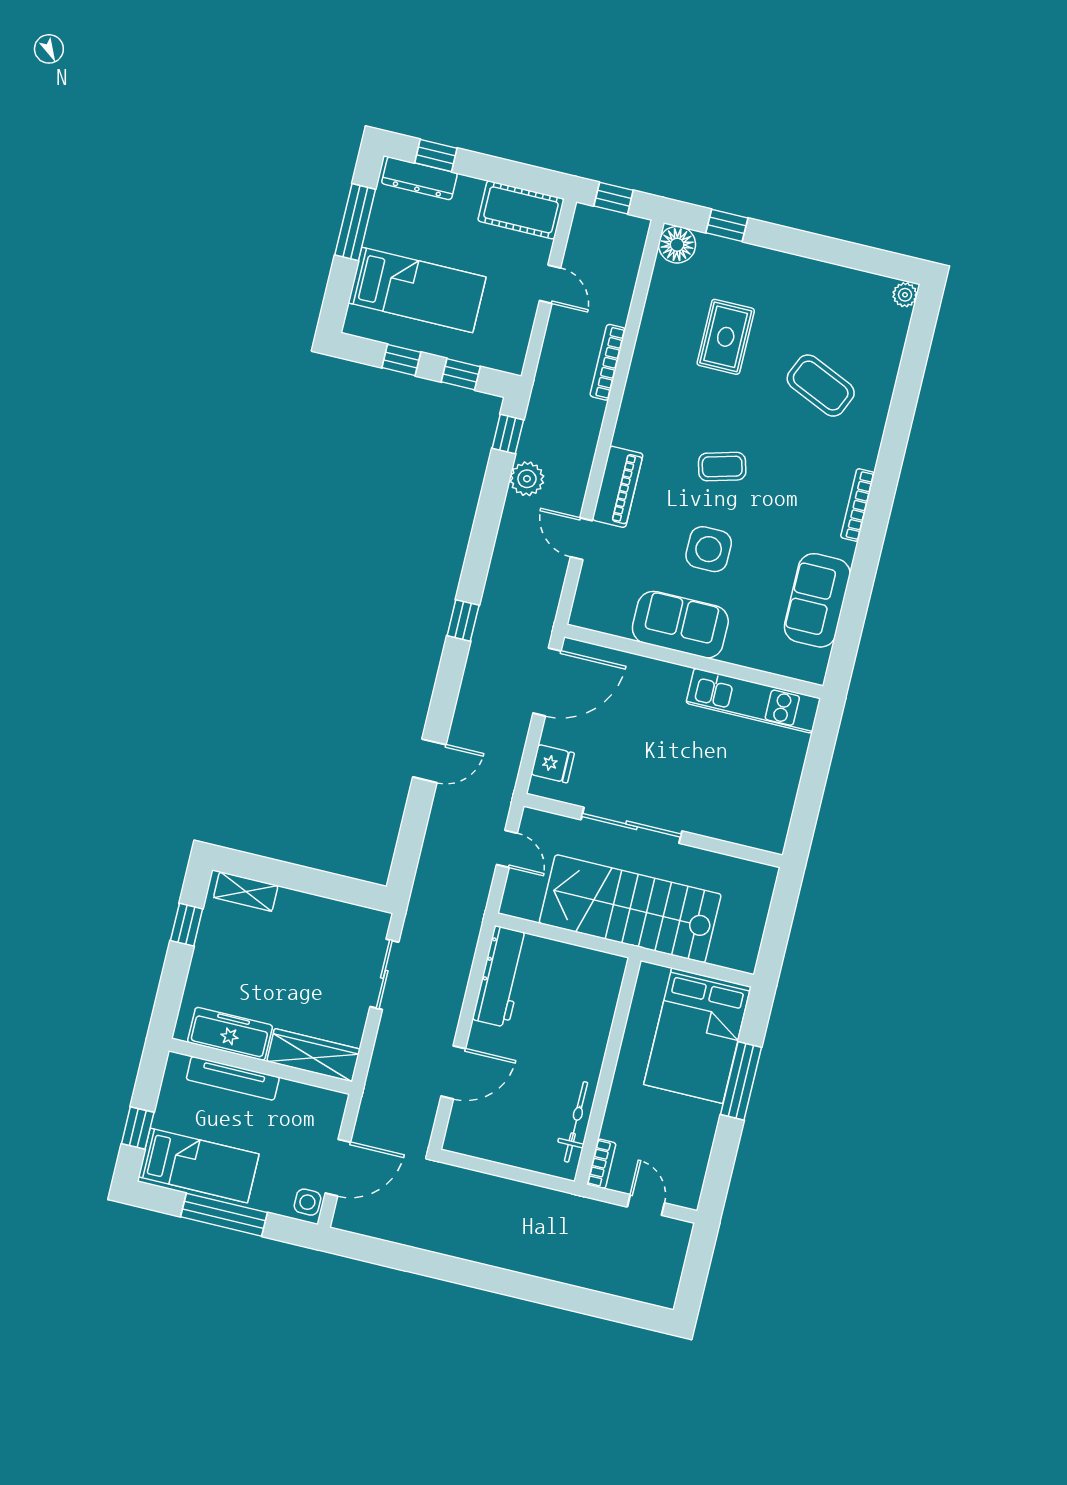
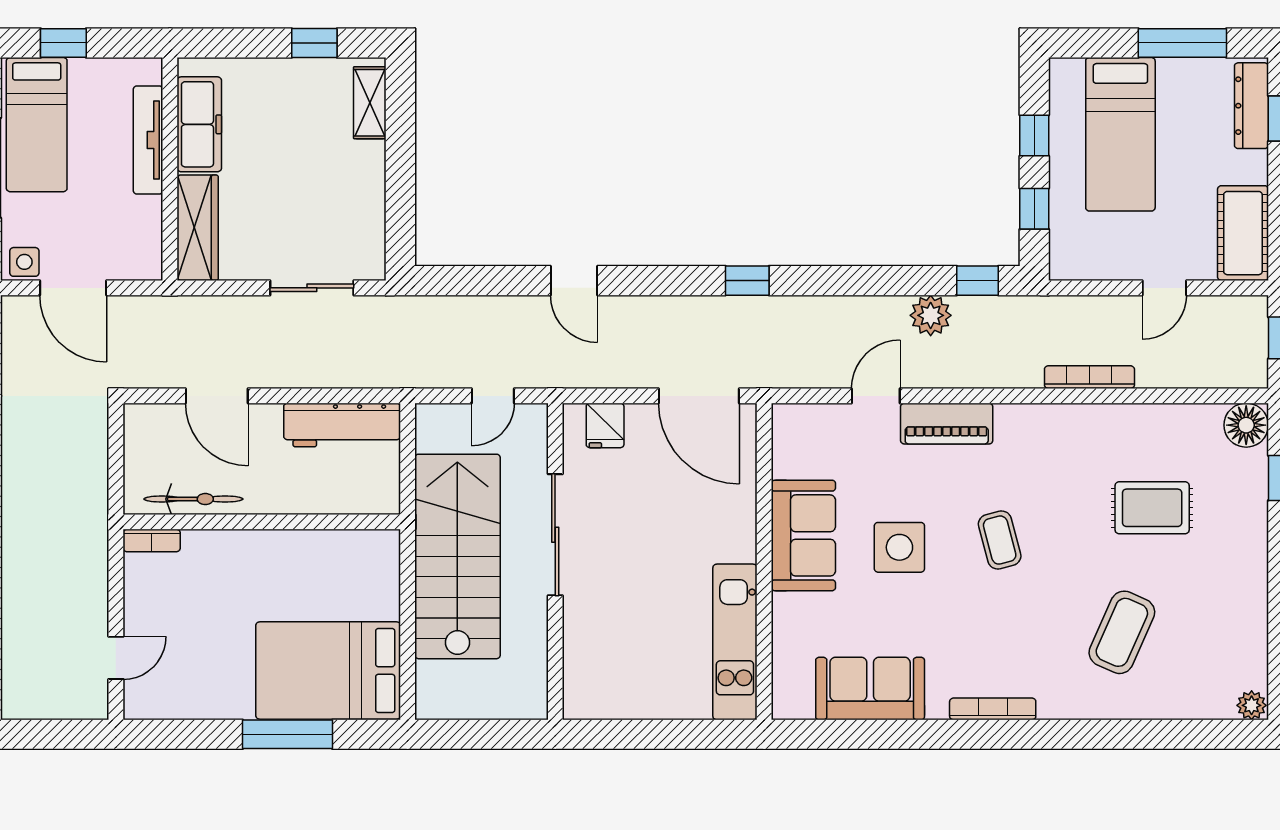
wall: (608, 1071) -> (262, 522), moved
bicycle: (576, 1122) -> (193, 499), moved
bookcase: (601, 1164) -> (152, 540), moved

